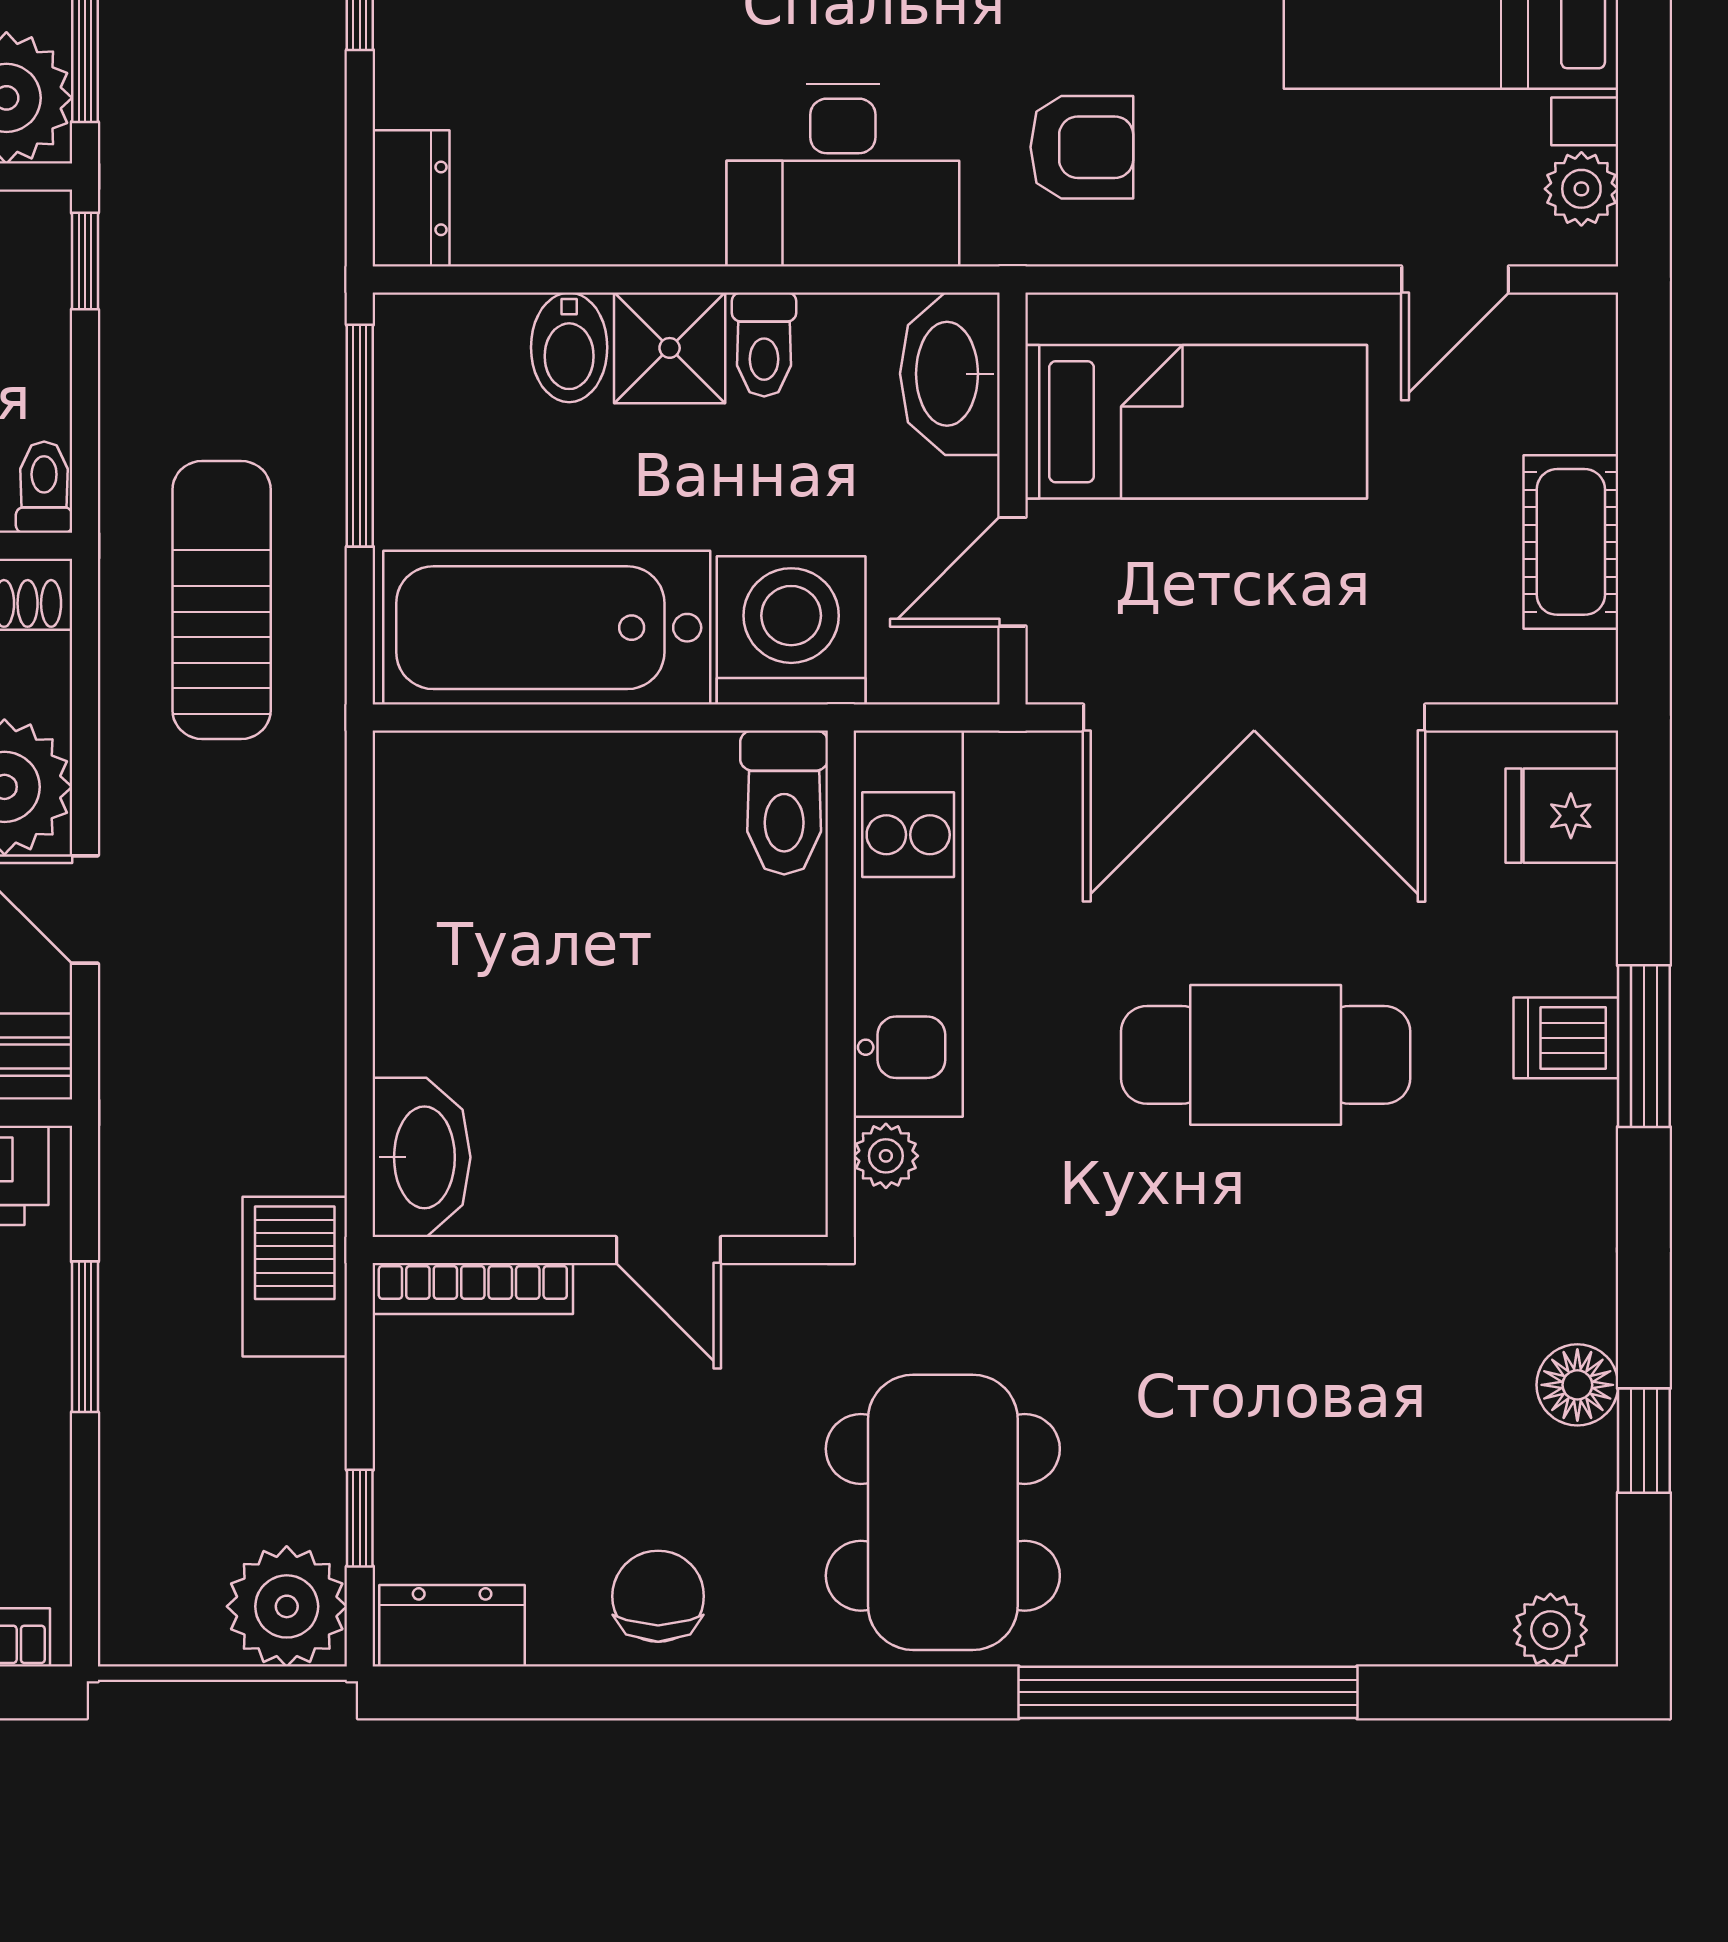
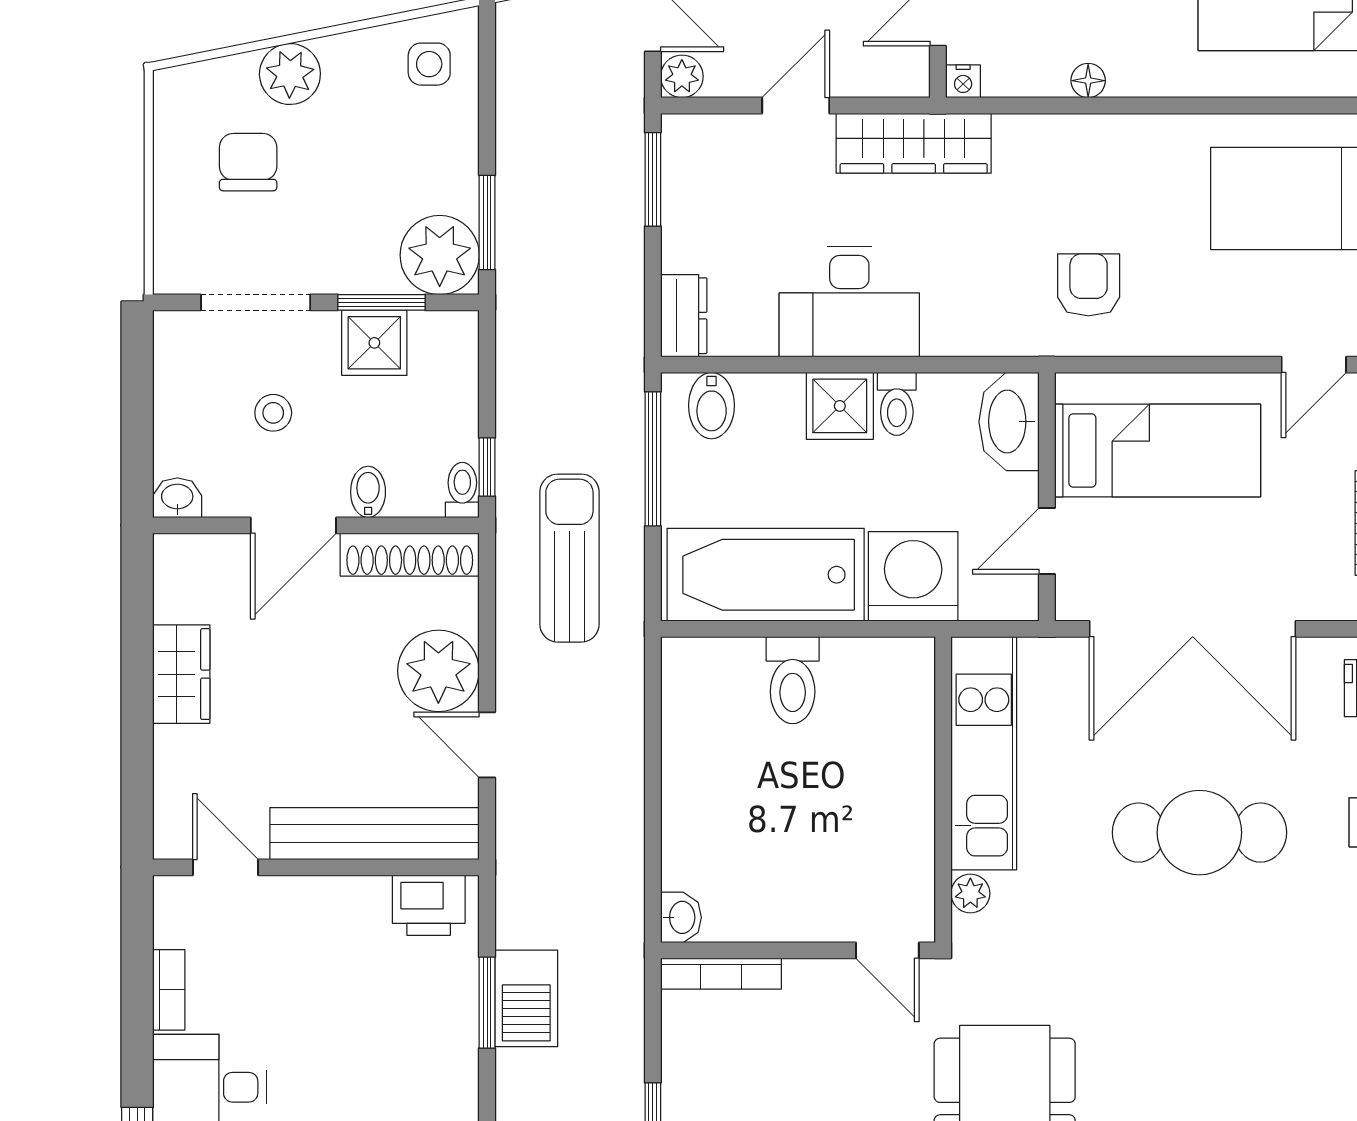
armchair: (1082, 147) -> (1089, 285), turned -90
desk: (843, 175) -> (849, 302), moved
window: (85, 261) -> (487, 467), moved
bidet: (569, 347) -> (712, 406), moved
toilet: (784, 802) -> (793, 680), moved
washbasin: (421, 1157) -> (681, 917), width x0.52, depth x0.69
door: (668, 1250) -> (887, 950), moved
barbecue: (295, 1277) -> (526, 998), moved, turned 180

